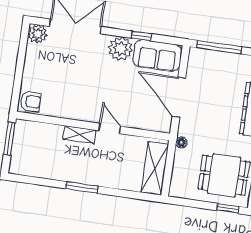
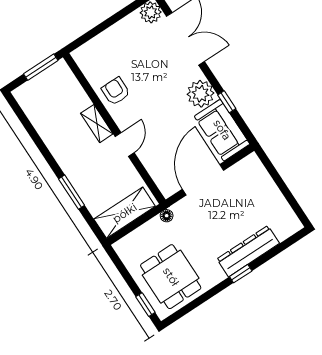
window: (219, 47) -> (276, 176), removed
armchair: (30, 101) -> (116, 91), moved, turned 180
window: (82, 187) -> (72, 192), moved

